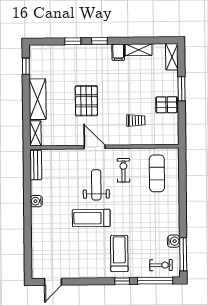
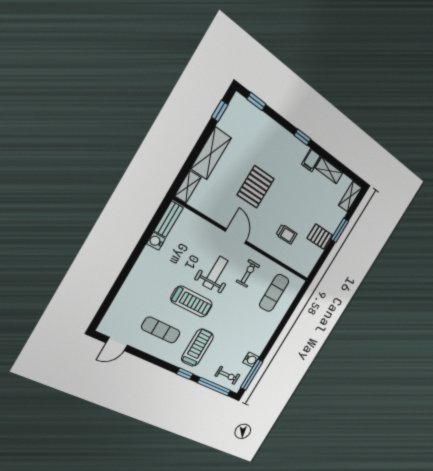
window: (73, 41) -> (256, 101), moved
water cooler: (36, 201) -> (156, 241), moved
treadmill: (91, 218) -> (192, 302), turned 180
exercise mat: (80, 254) -> (161, 330), added

